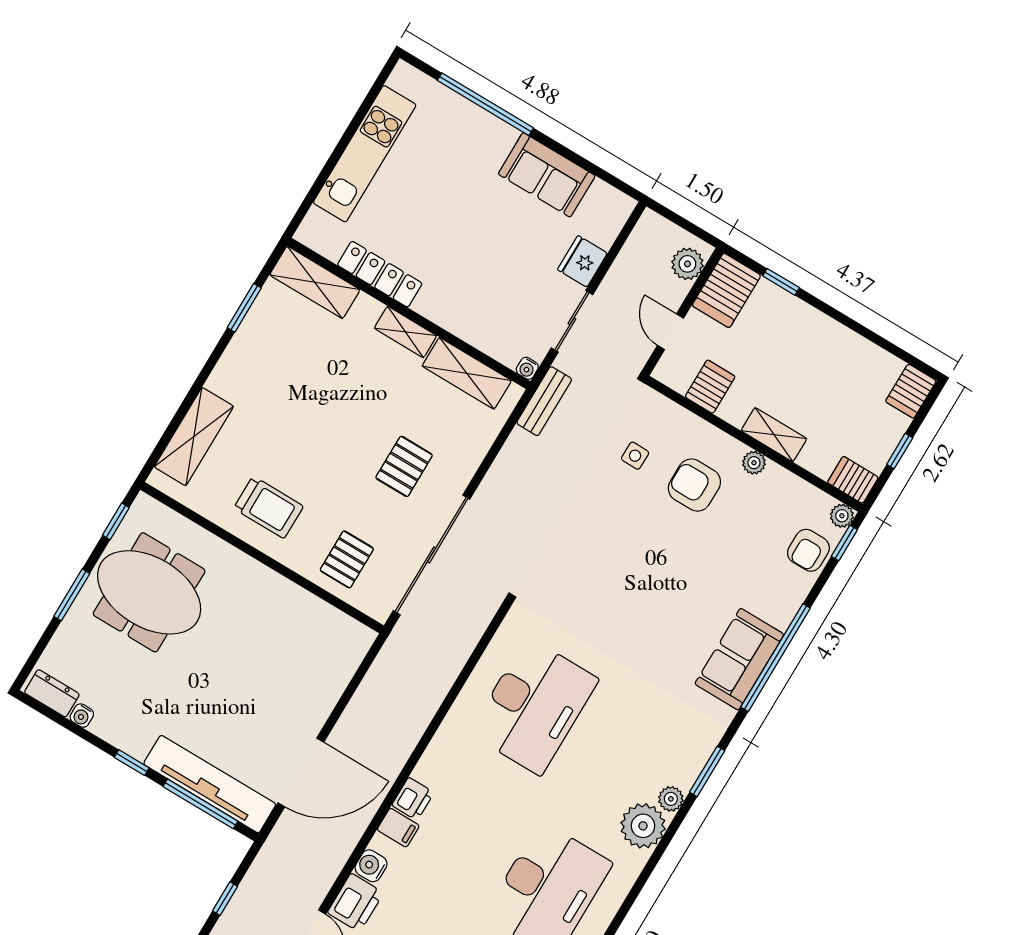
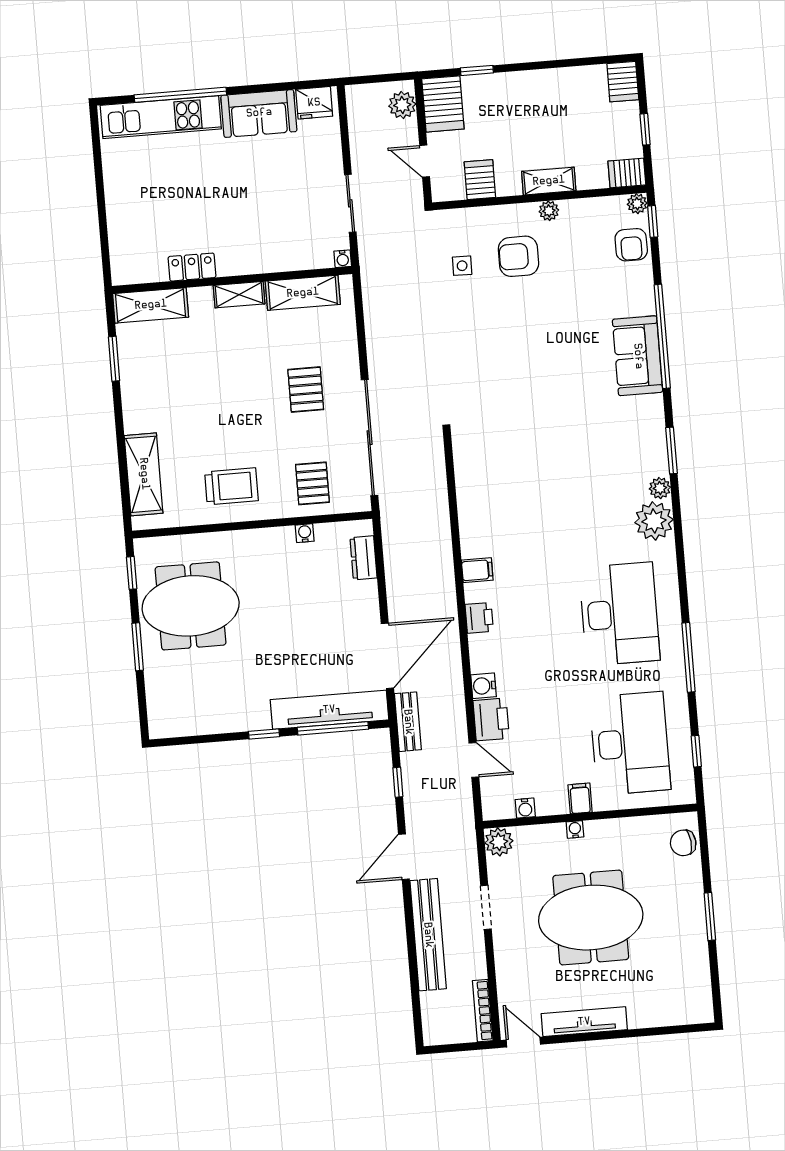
kitchen unit: (365, 154) -> (161, 117), moved, turned 90
fridge: (582, 261) -> (314, 103), moved, turned -90
locker: (380, 274) -> (192, 267), width x0.66
bench: (544, 401) -> (408, 722), moved
dresser: (52, 693) -> (364, 558), moved, turned -90
desk: (534, 706) -> (517, 492), removed
water cooler: (82, 716) -> (305, 533), moved, turned 180
filing cabinet: (398, 828) -> (477, 570), moved

